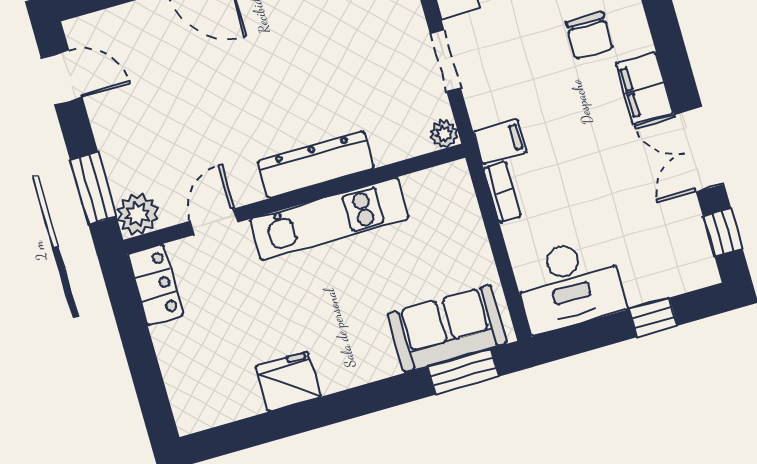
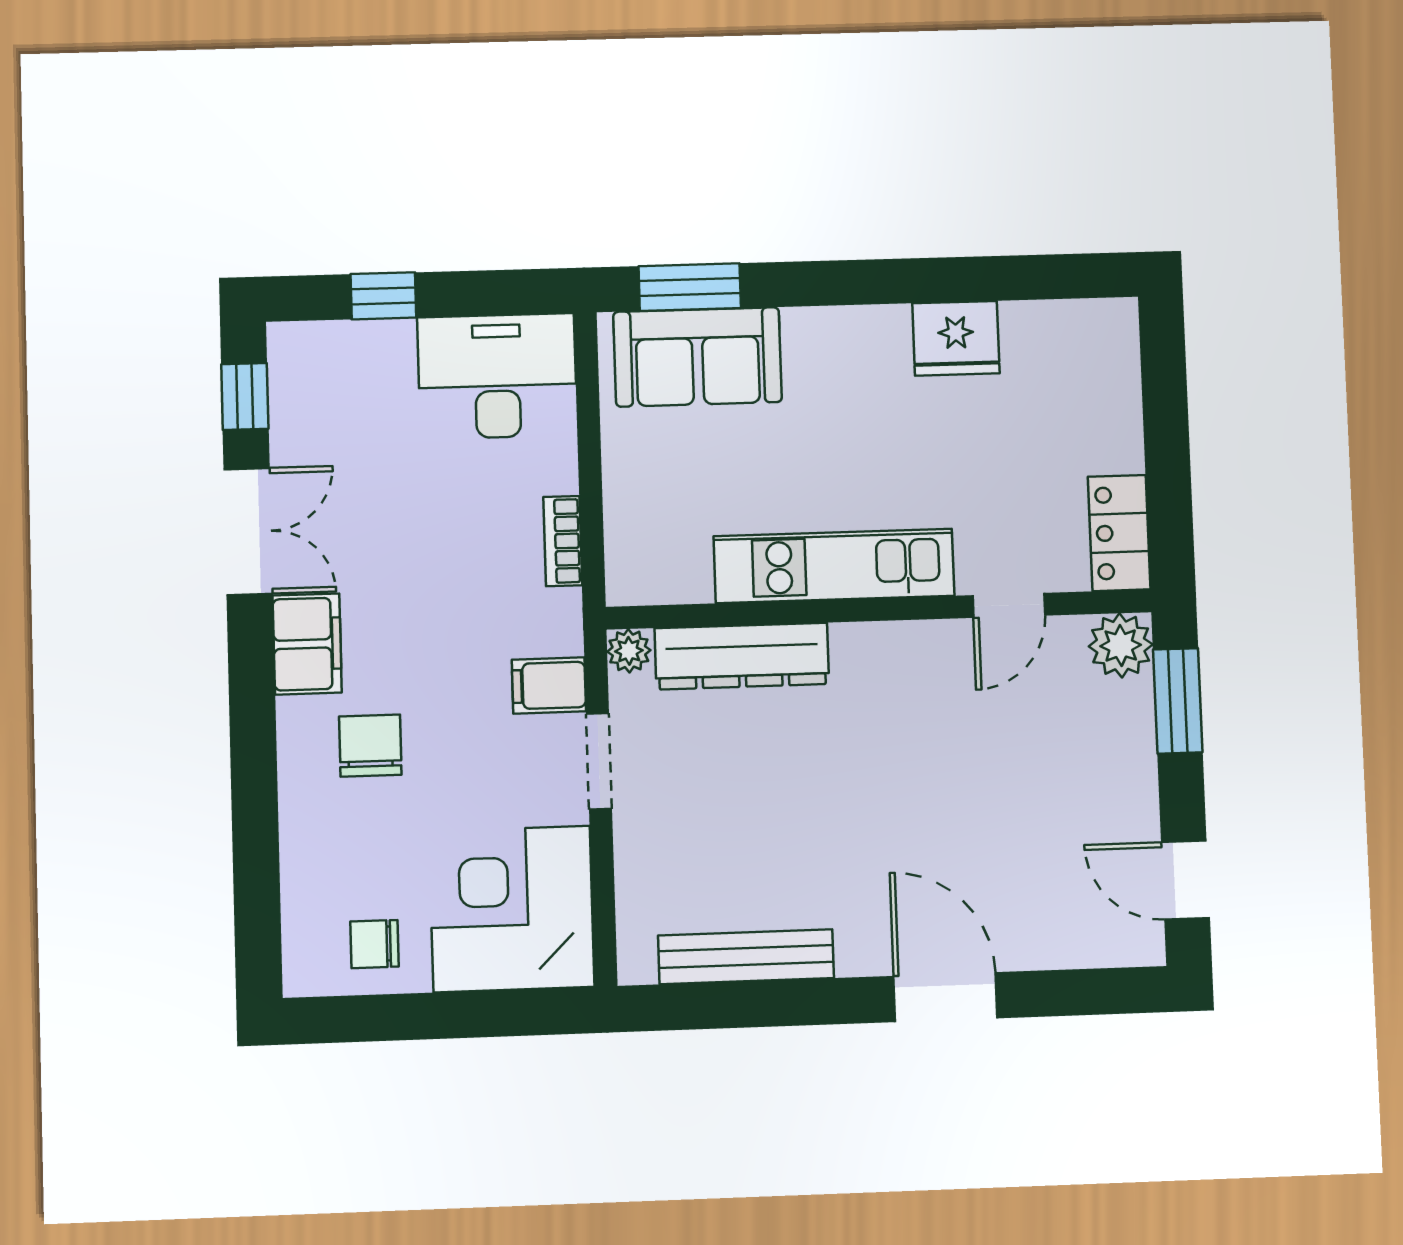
filing cabinet: (500, 142) -> (549, 685), moved
dresser: (316, 164) -> (742, 656), moved

